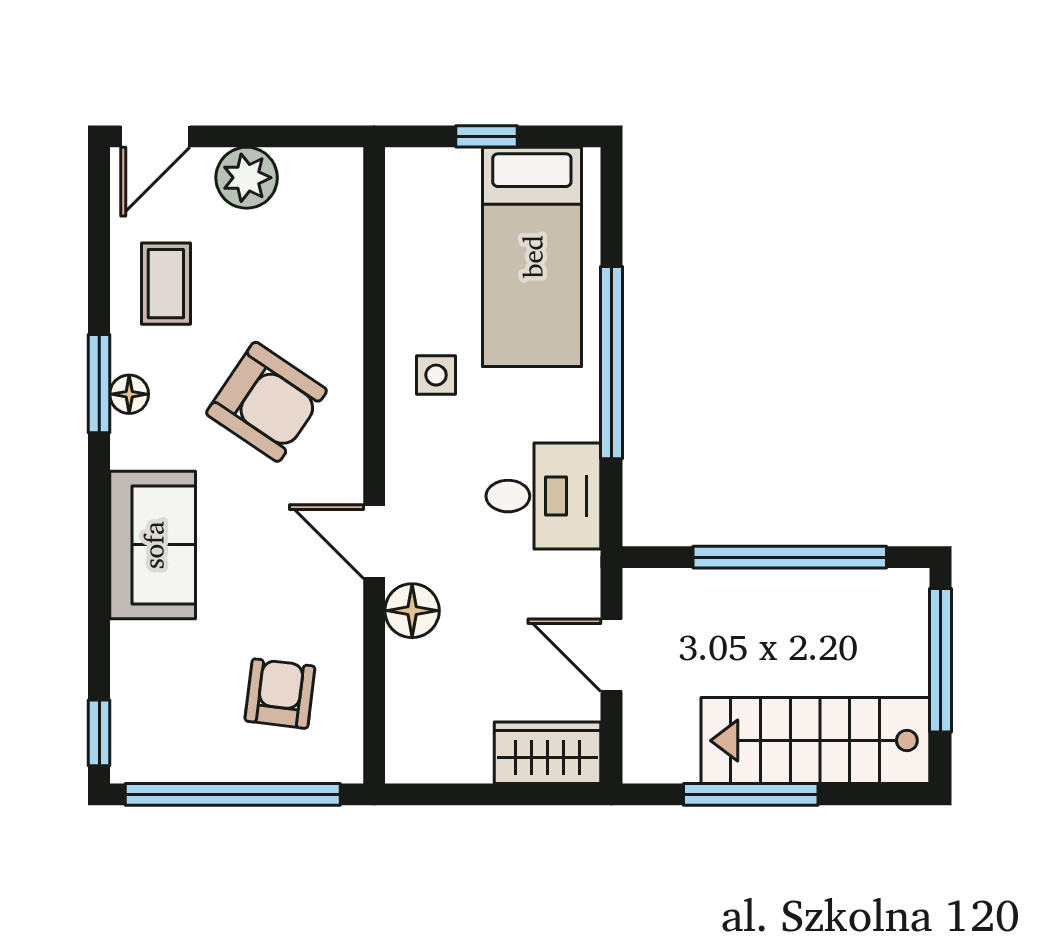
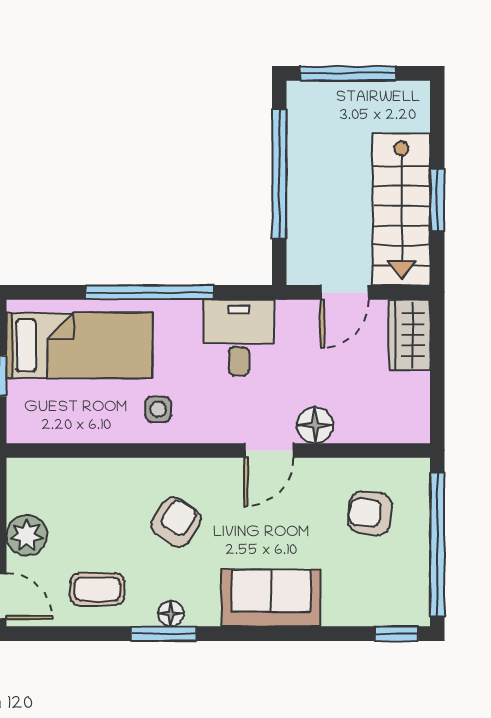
armchair: (266, 402) -> (176, 522), width x0.72, depth x0.72
stairs: (815, 741) -> (401, 209), moved
window: (751, 794) -> (437, 200), width x0.69

